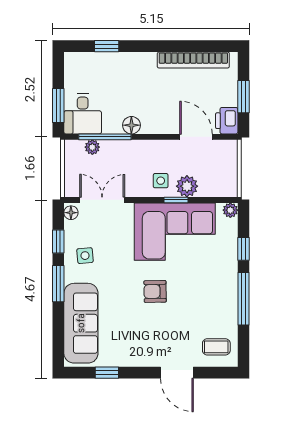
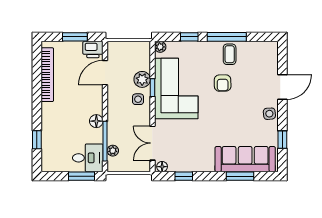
side table: (85, 256) -> (269, 114), moved
window: (58, 284) -> (240, 176), moved
armchair: (155, 291) -> (223, 83), moved
coffee table: (216, 347) -> (230, 54), moved

